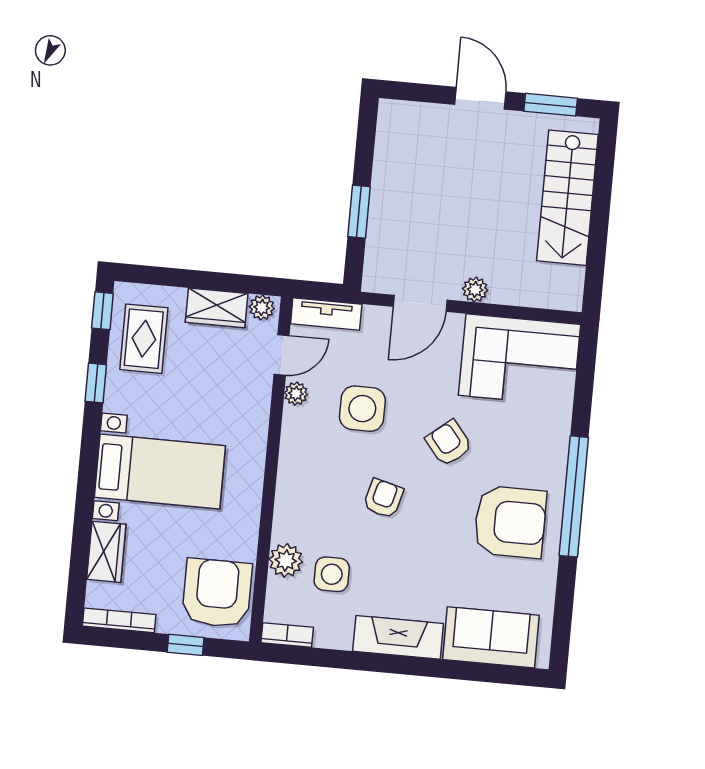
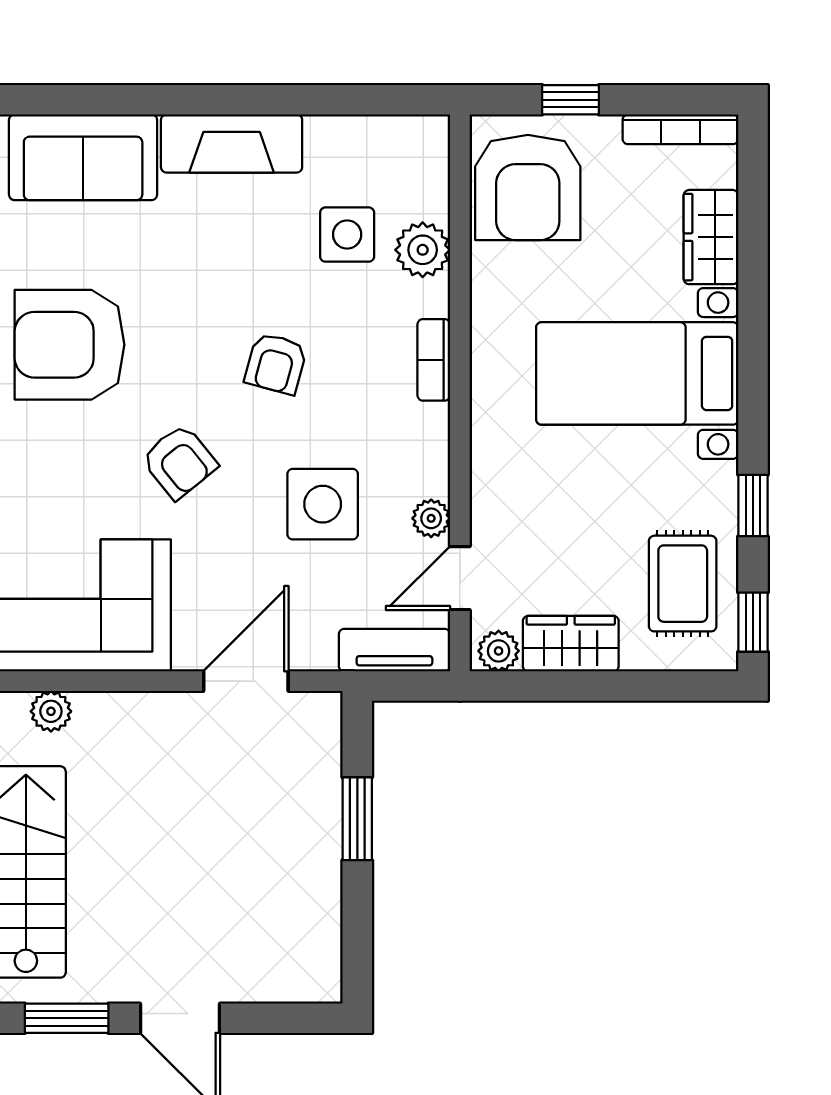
plant: (475, 290) -> (51, 711), moved
bookcase: (287, 635) -> (434, 360), moved, turned 90

